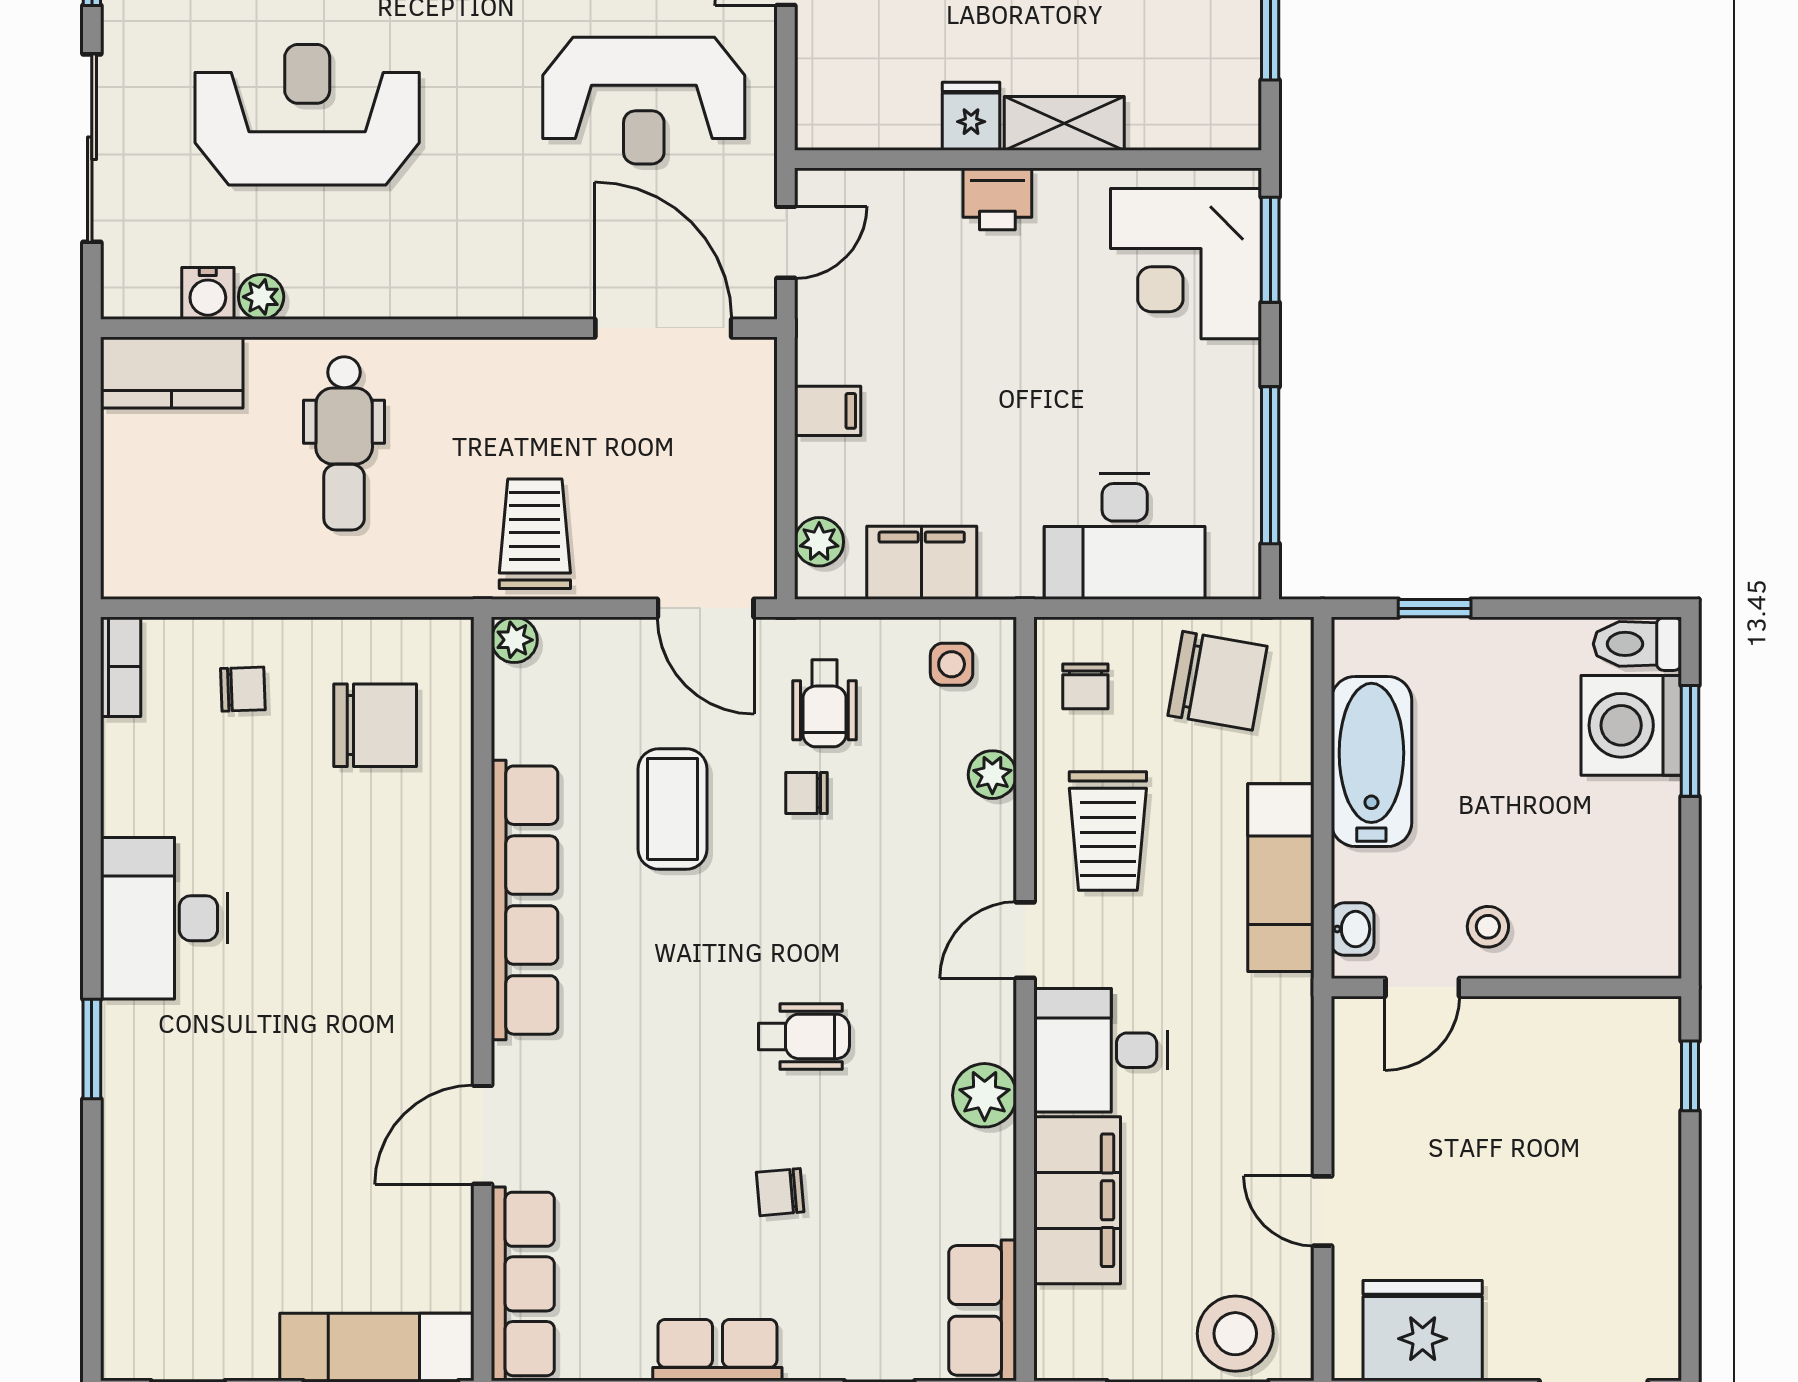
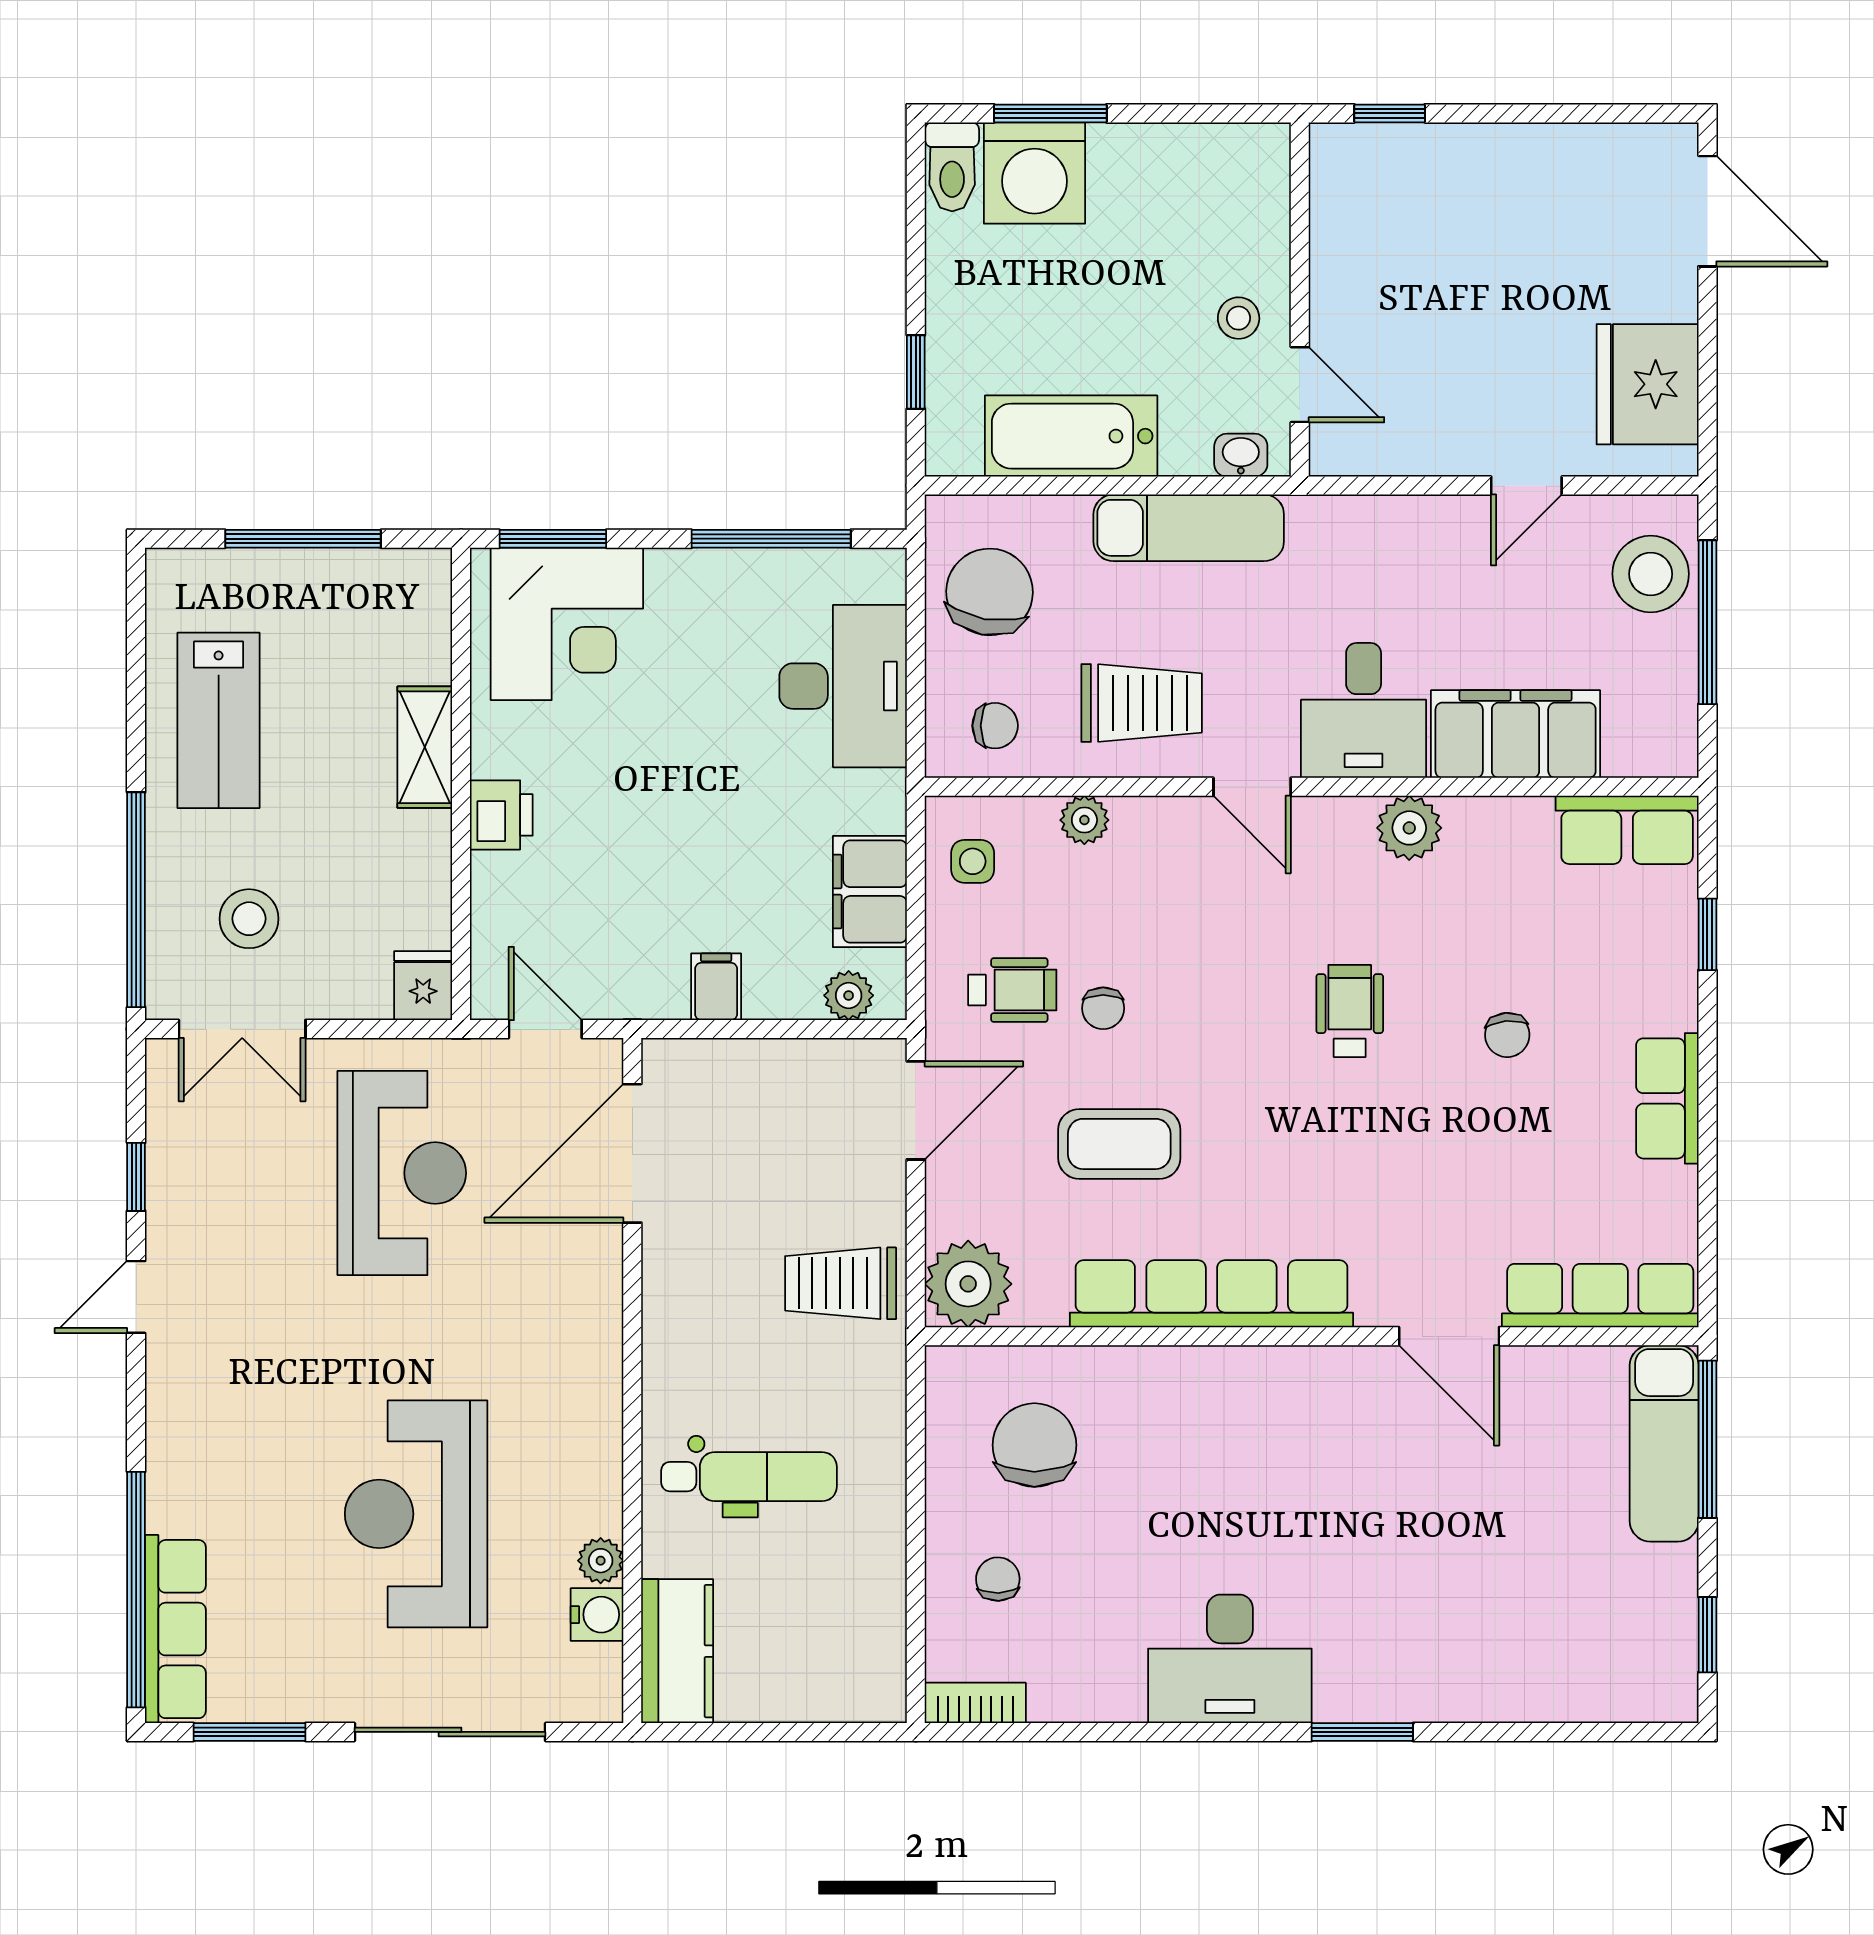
fridge: (971, 116) -> (423, 986), moved, turned 90
plant: (514, 640) -> (968, 1284), width x1.88, depth x1.88

